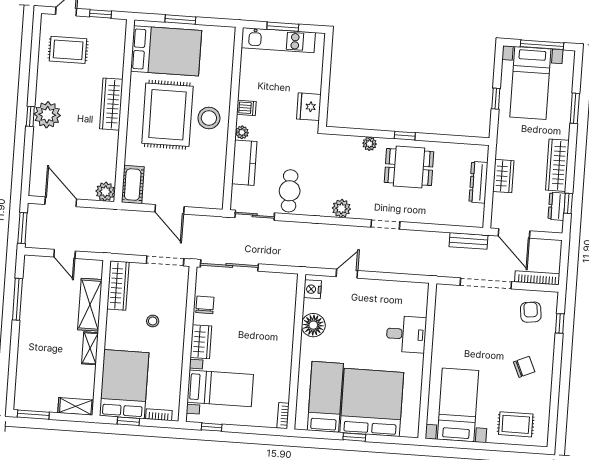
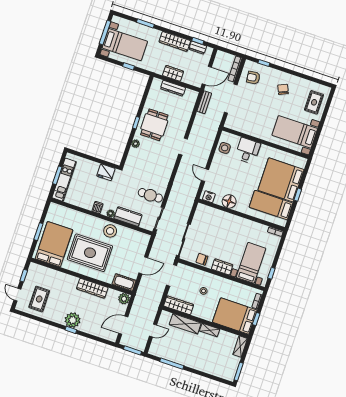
wardrobe: (111, 104) -> (92, 288), moved
stool: (209, 118) -> (110, 231), moved
plant: (341, 208) -> (168, 169), removed
side table: (401, 295) -> (225, 148), added

